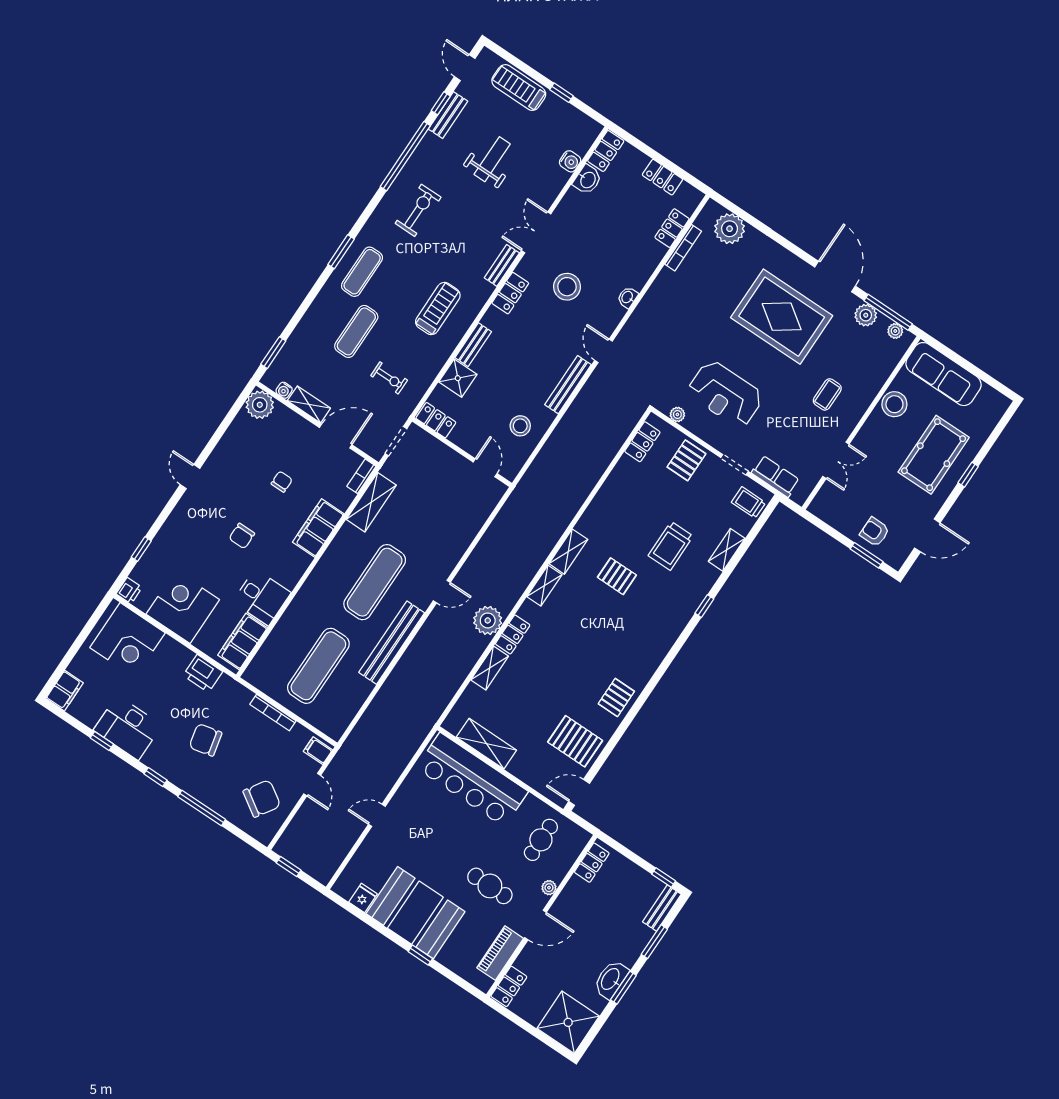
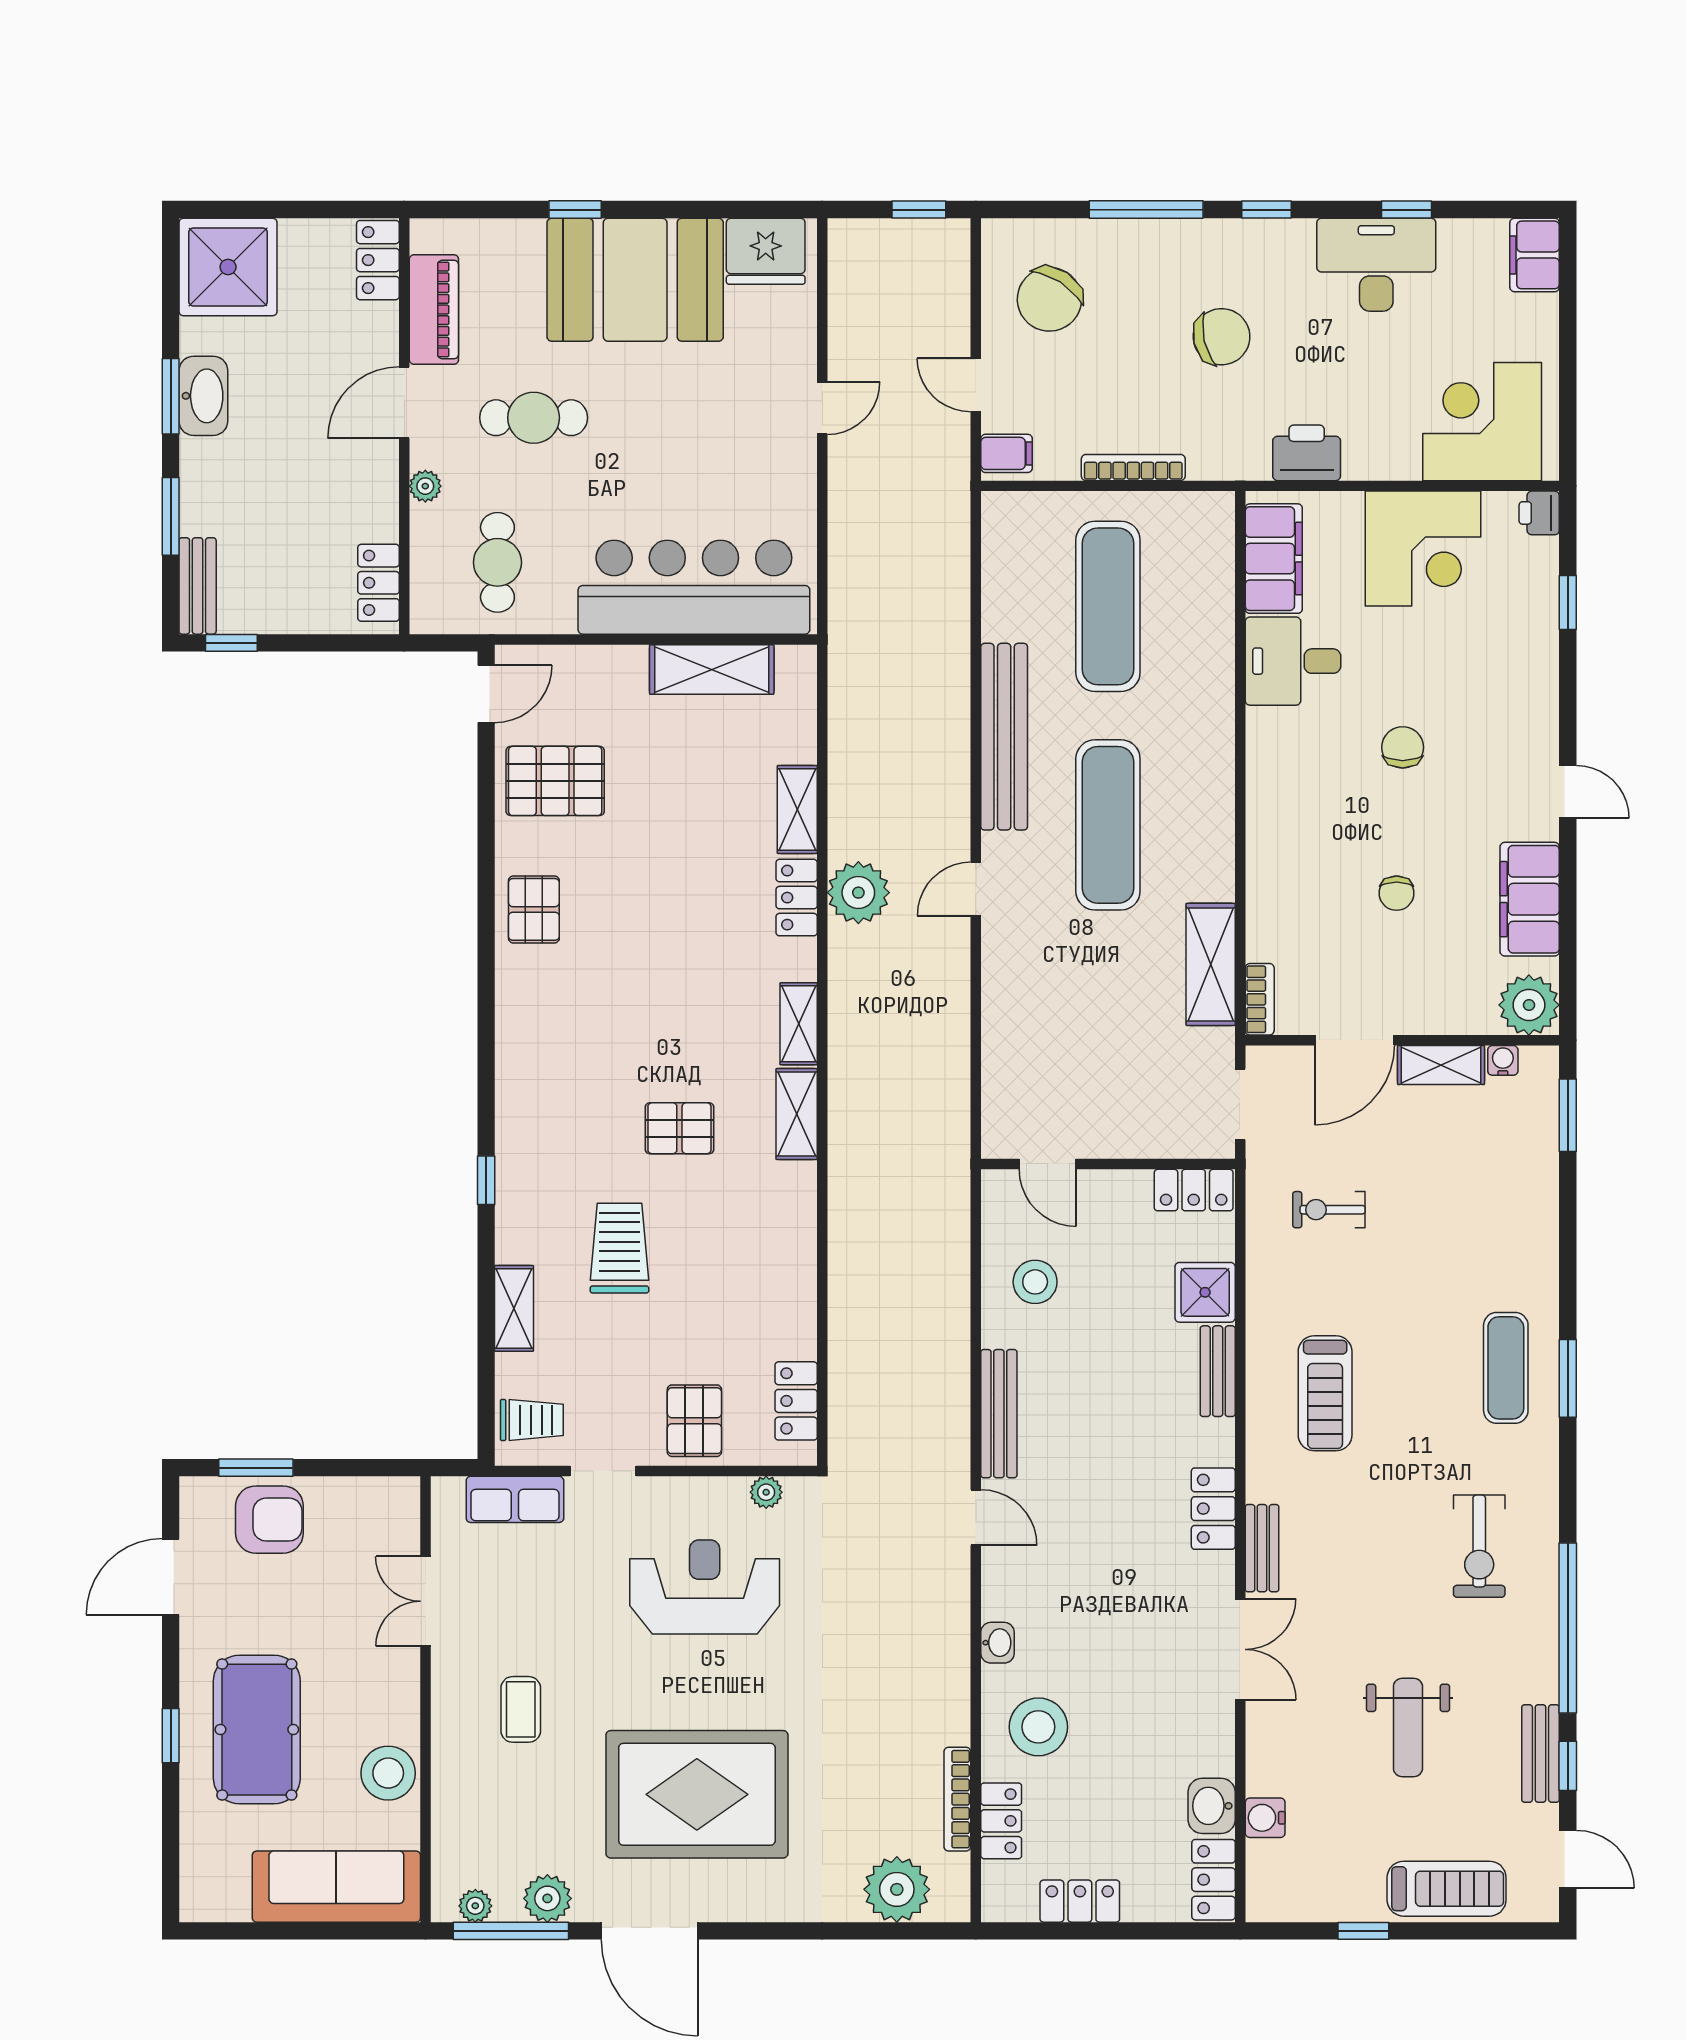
stool: (567, 287) -> (1038, 1727), moved
exercise mat: (356, 331) -> (1444, 1254), removed
filing cabinet: (318, 528) -> (1530, 899), moved, turned 180
armchair: (875, 532) -> (269, 1520), width x1.38, depth x1.38
fridge: (363, 898) -> (766, 251), width x1.88, depth x1.34

